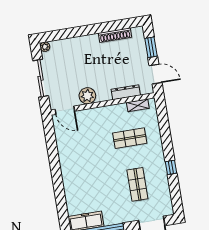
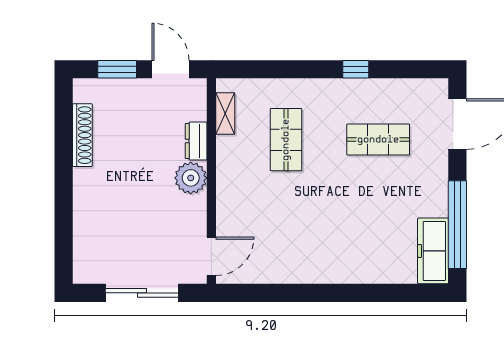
plant: (45, 47) -> (82, 275), removed
door: (156, 74) -> (171, 69), hinge flipped
dresser: (126, 92) -> (196, 141), width x0.70
plant: (87, 96) -> (191, 178), moved

